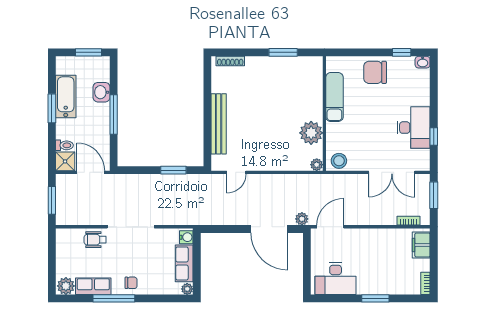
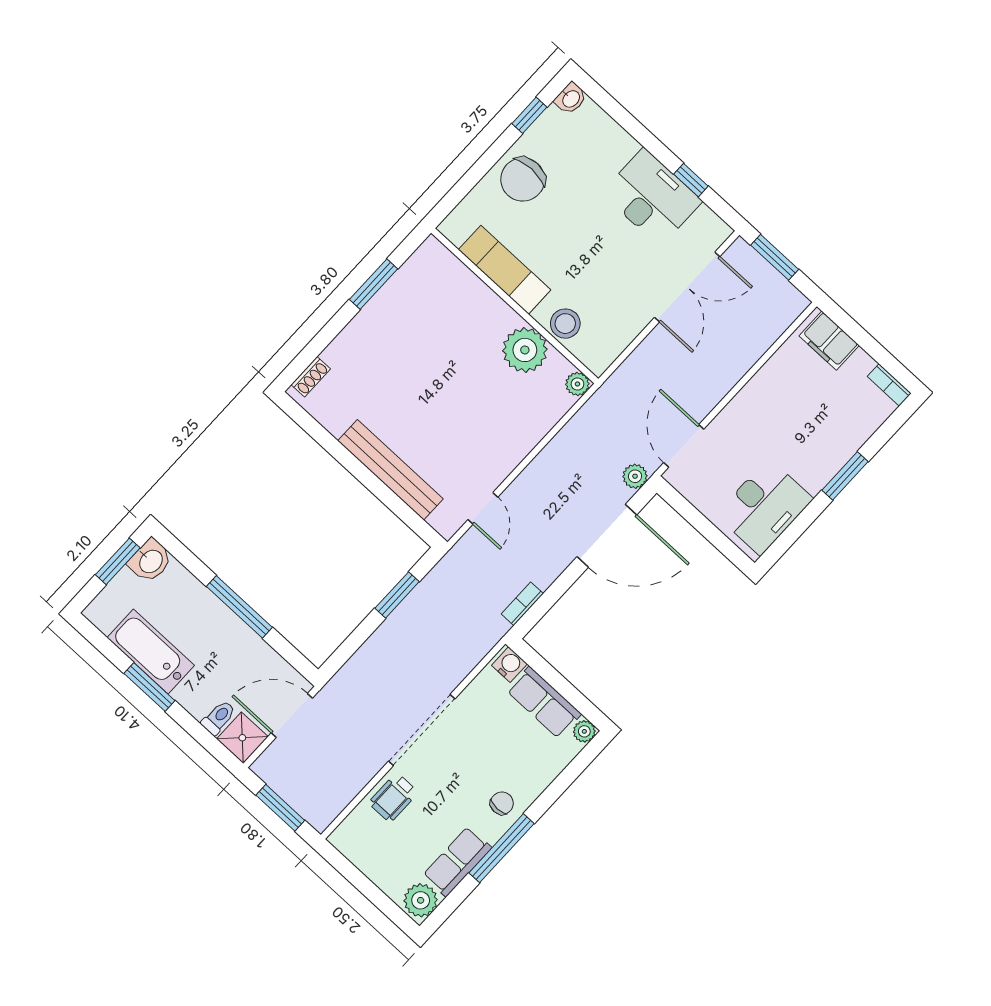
shoe rack: (230, 61) -> (311, 377), width x0.70
washbasin: (102, 92) -> (150, 561), moved, turned -90
stool: (339, 161) -> (565, 324), moved
bookcase: (408, 221) -> (522, 604), moved

